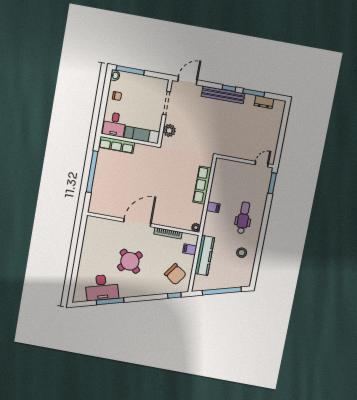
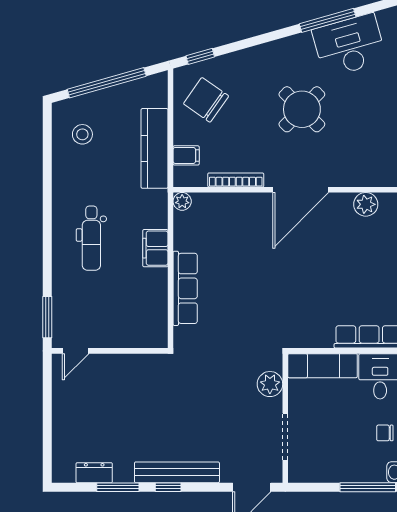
filing cabinet: (213, 207) -> (155, 248), width x2.00
plant: (107, 210) -> (366, 204), added
stool: (242, 253) -> (82, 134), moved

